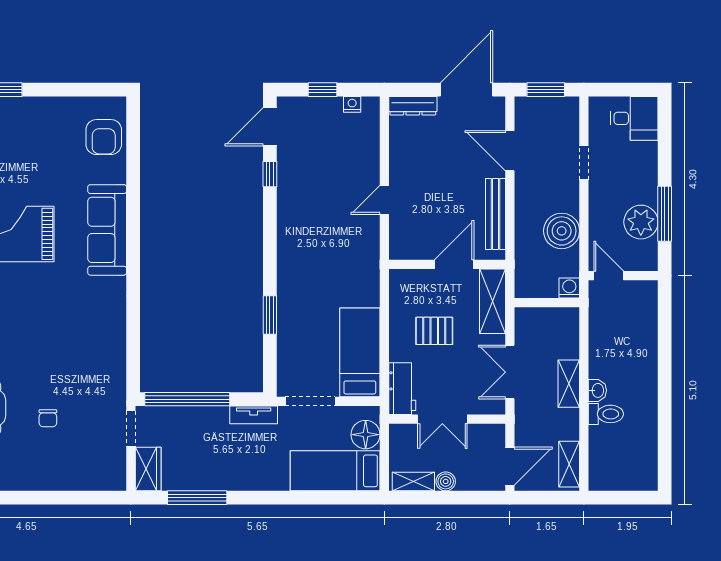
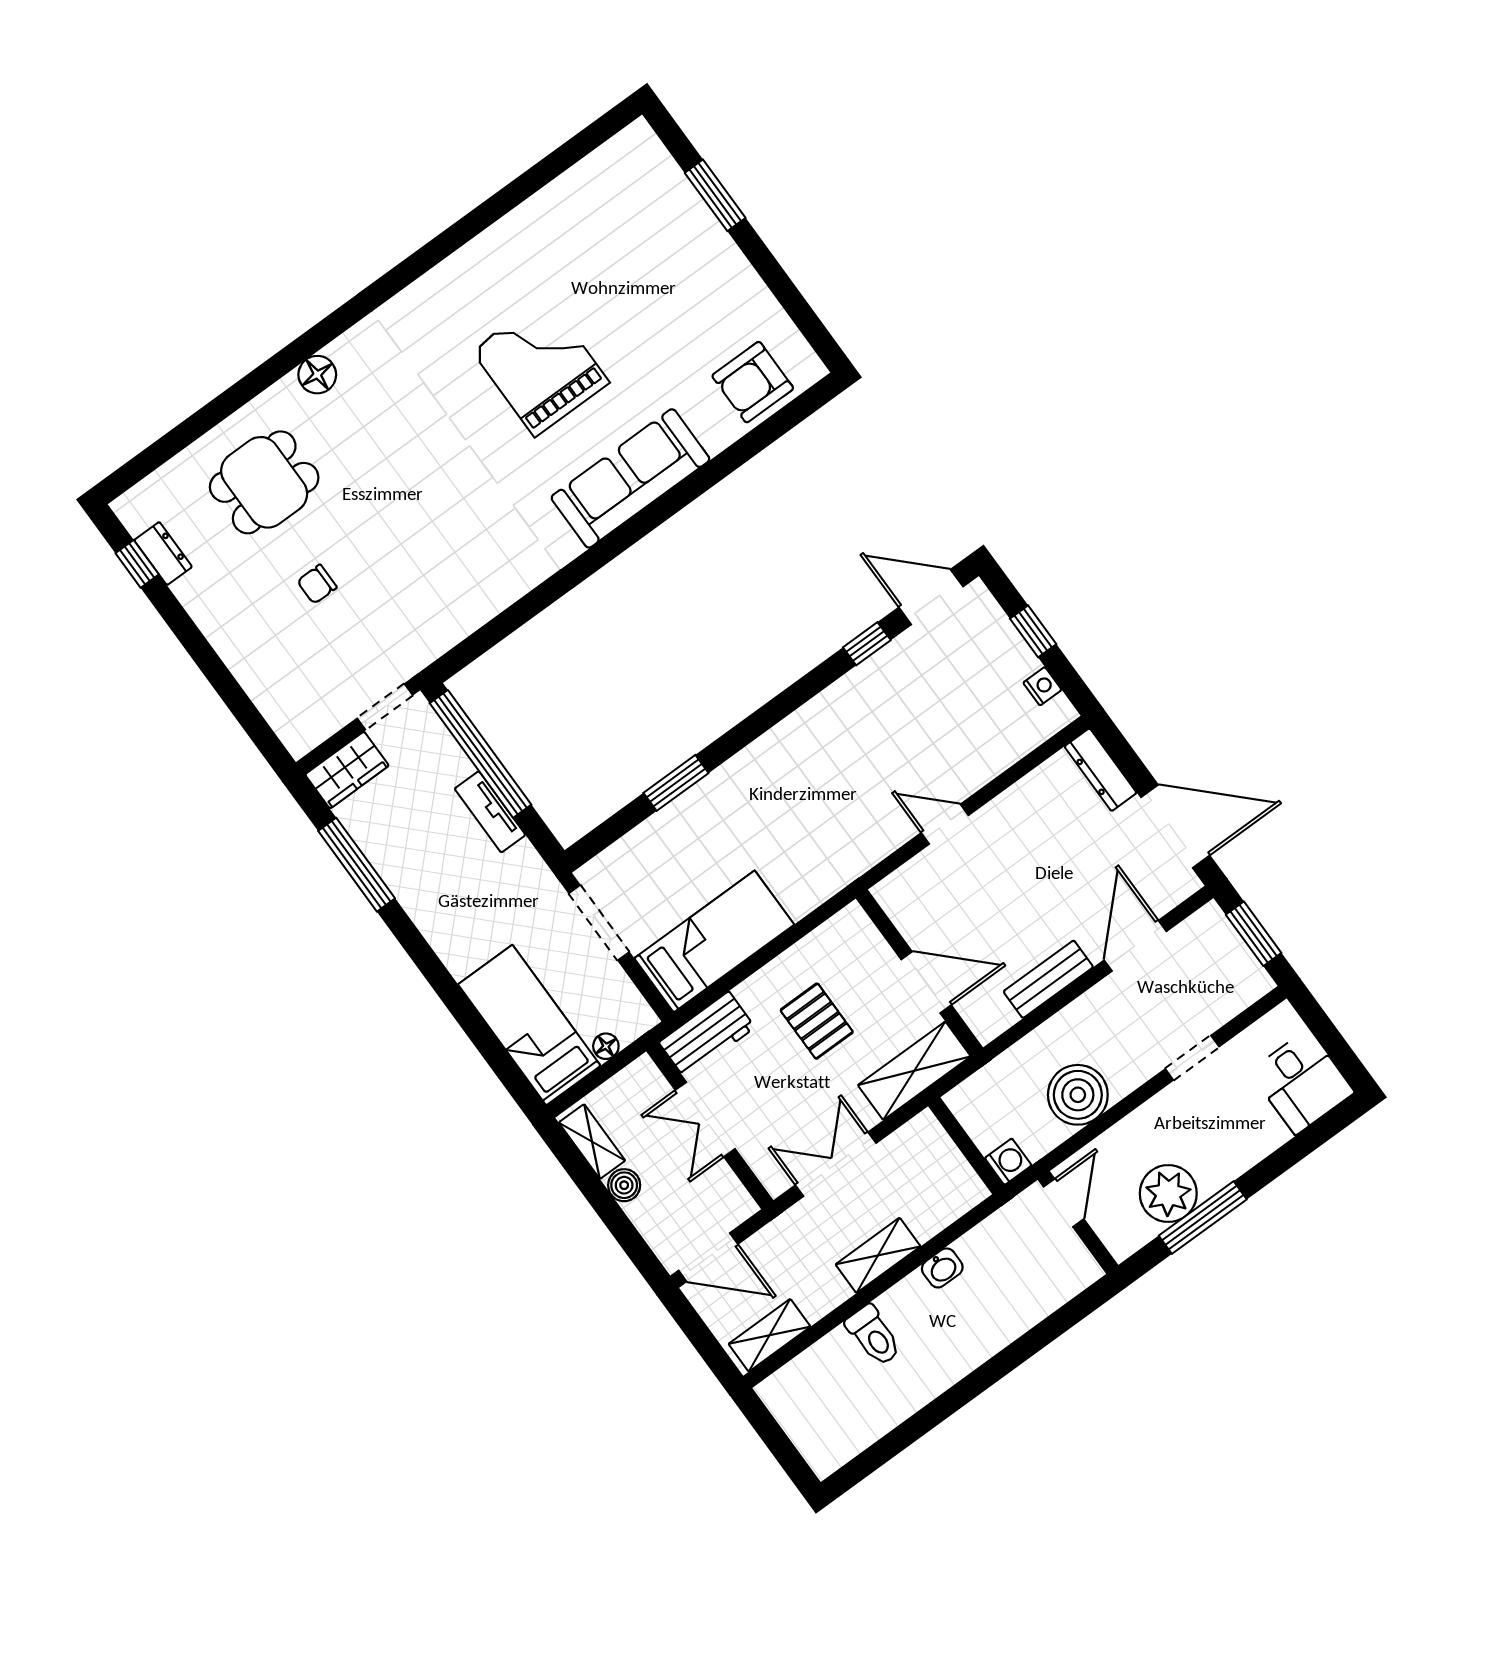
bench: (495, 214) -> (1048, 979), width x0.73
washbasin: (597, 390) -> (942, 1268), moved
tv unit: (254, 415) -> (490, 812), moved
floor lamp: (366, 435) -> (606, 1046), width x0.53, depth x0.53

